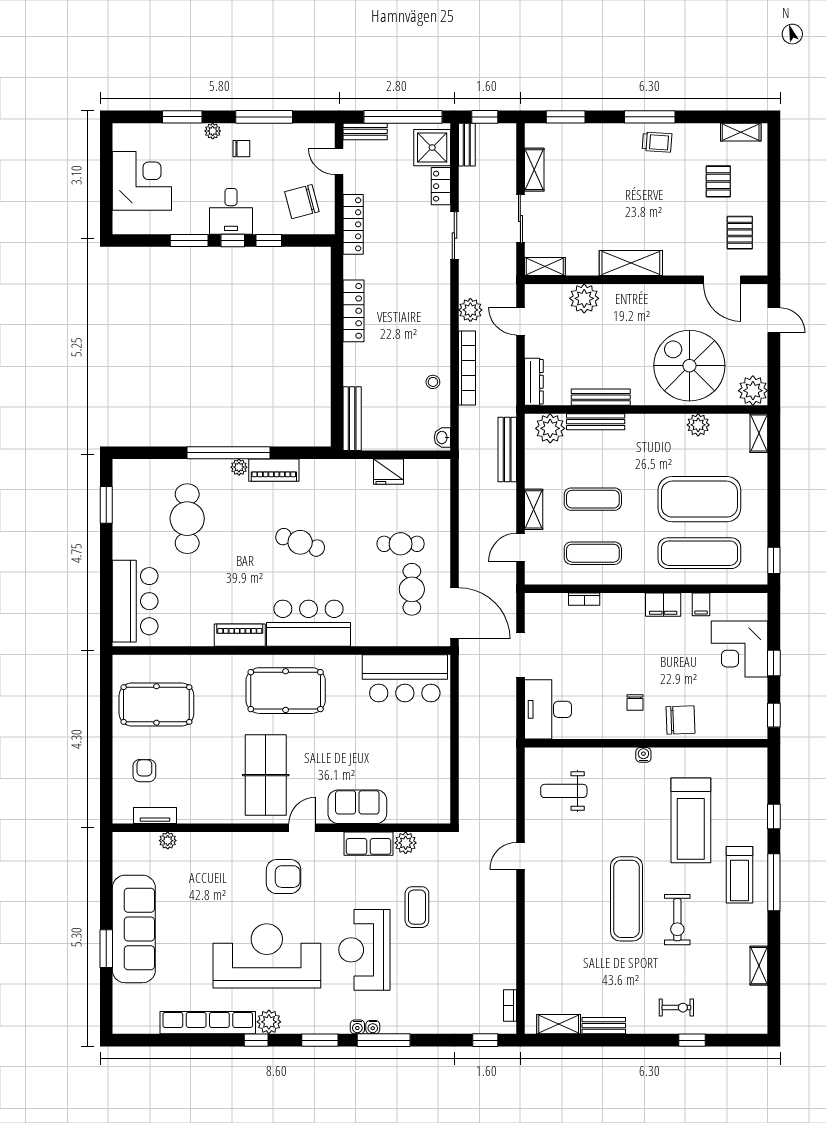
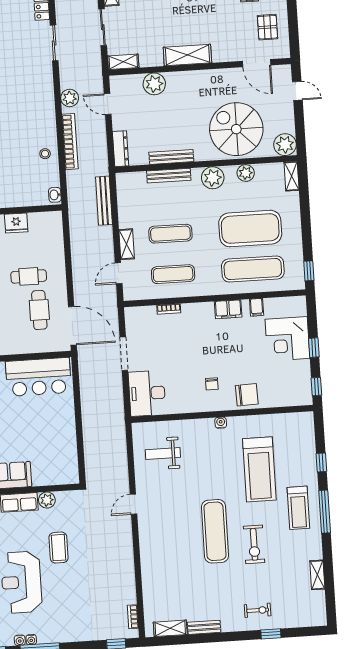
plant: (550, 428) -> (213, 178), moved

